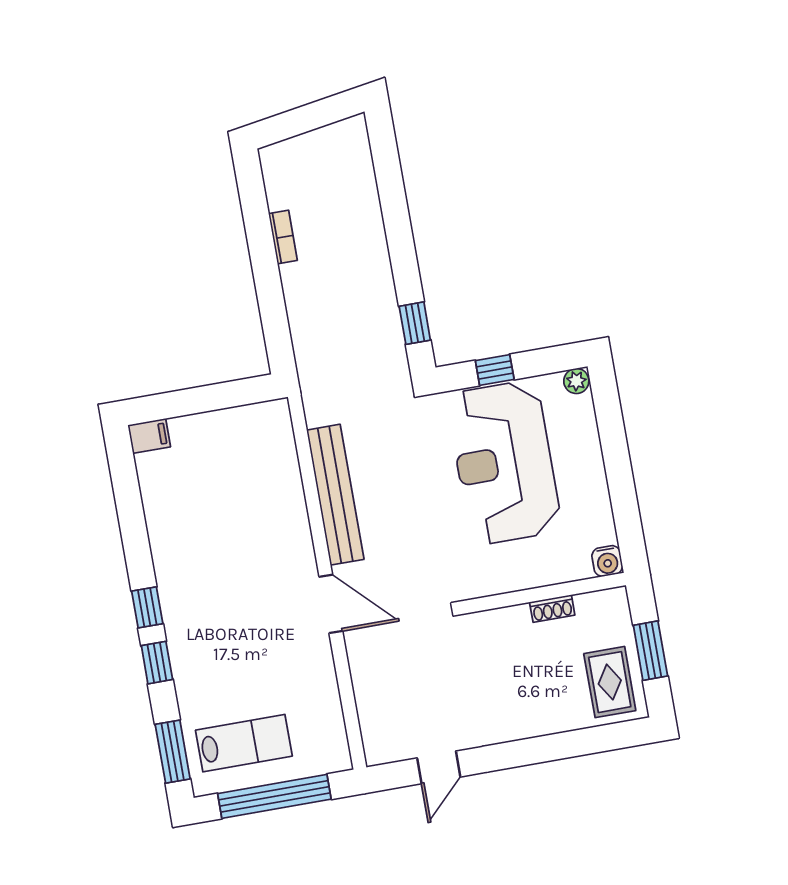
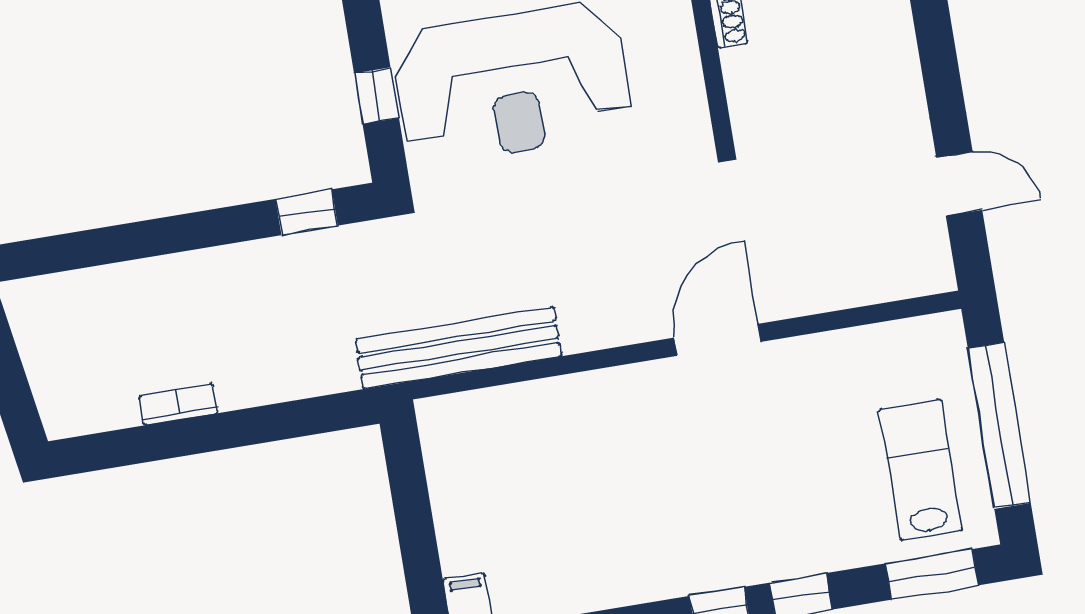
bench: (335, 495) -> (458, 348), moved

